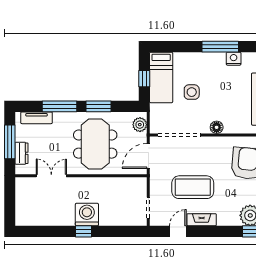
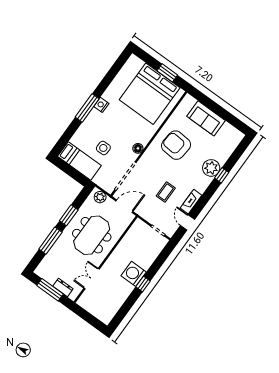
window: (144, 79) -> (72, 173), removed
tv unit: (37, 118) -> (47, 261), removed
meeting table: (95, 144) -> (92, 235), turned 90
door: (148, 156) -> (124, 206), swing flipped
coffee table: (193, 187) -> (166, 192), width x0.54, depth x0.58

